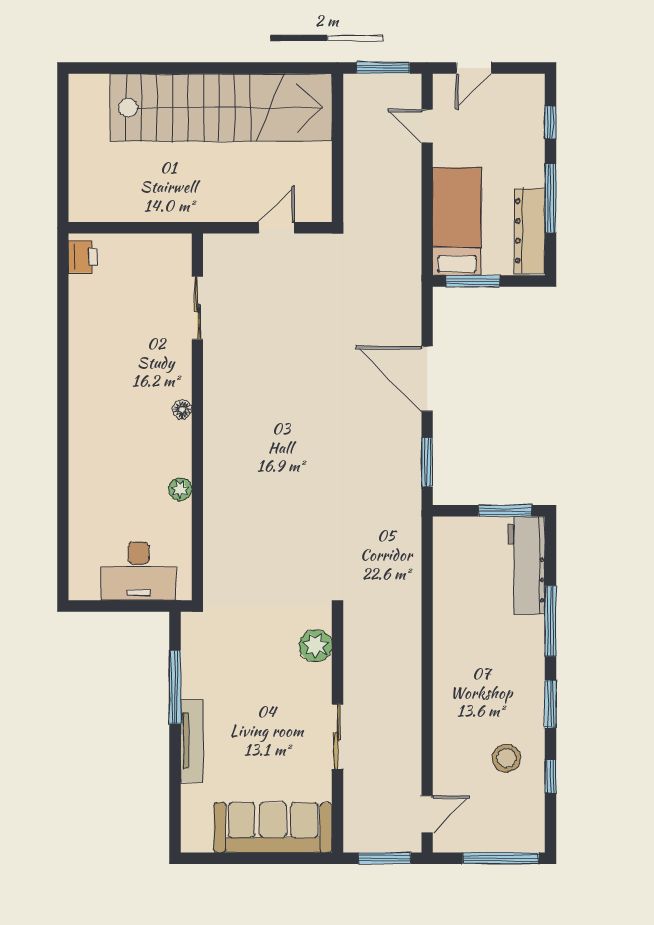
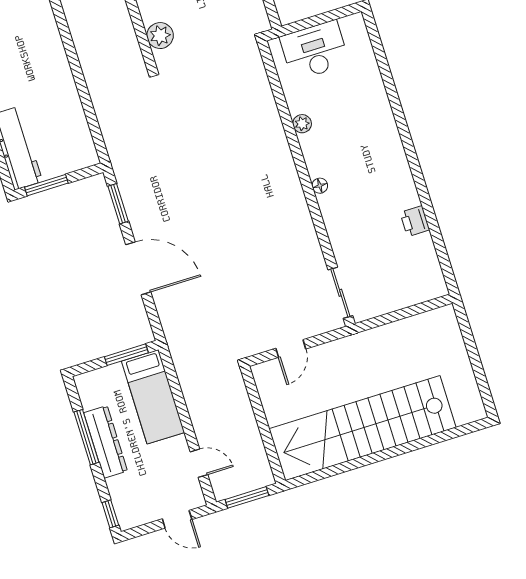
door: (474, 68) -> (177, 519), swing flipped
window: (550, 123) -> (110, 514), moved
dresser: (530, 231) -> (106, 442), moved
printer: (83, 257) -> (415, 221), moved
sliding door: (197, 308) -> (340, 293), moved

